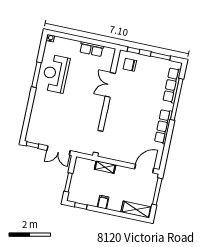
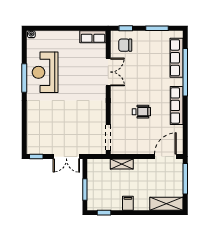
row of seats: (91, 49) -> (93, 37), moved
double door: (110, 85) -> (108, 72), swing flipped
wheelchair: (132, 125) -> (141, 112), added

